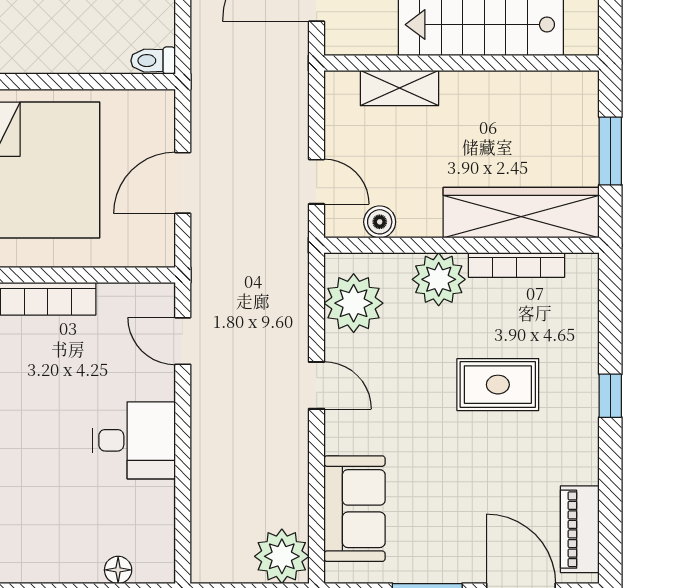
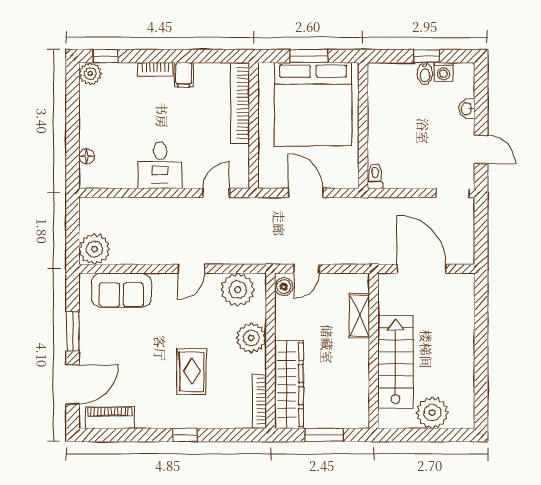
boiler: (380, 222) -> (284, 287), moved
bookcase: (516, 265) -> (259, 401), moved

